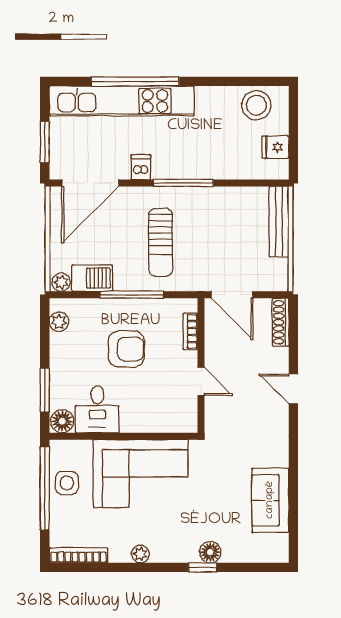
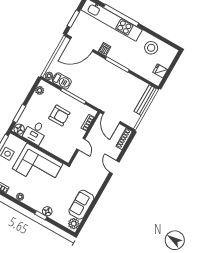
stool: (256, 105) -> (151, 48), moved
sun lounger: (161, 242) -> (96, 82), removed
plant: (276, 547) -> (74, 224), added

